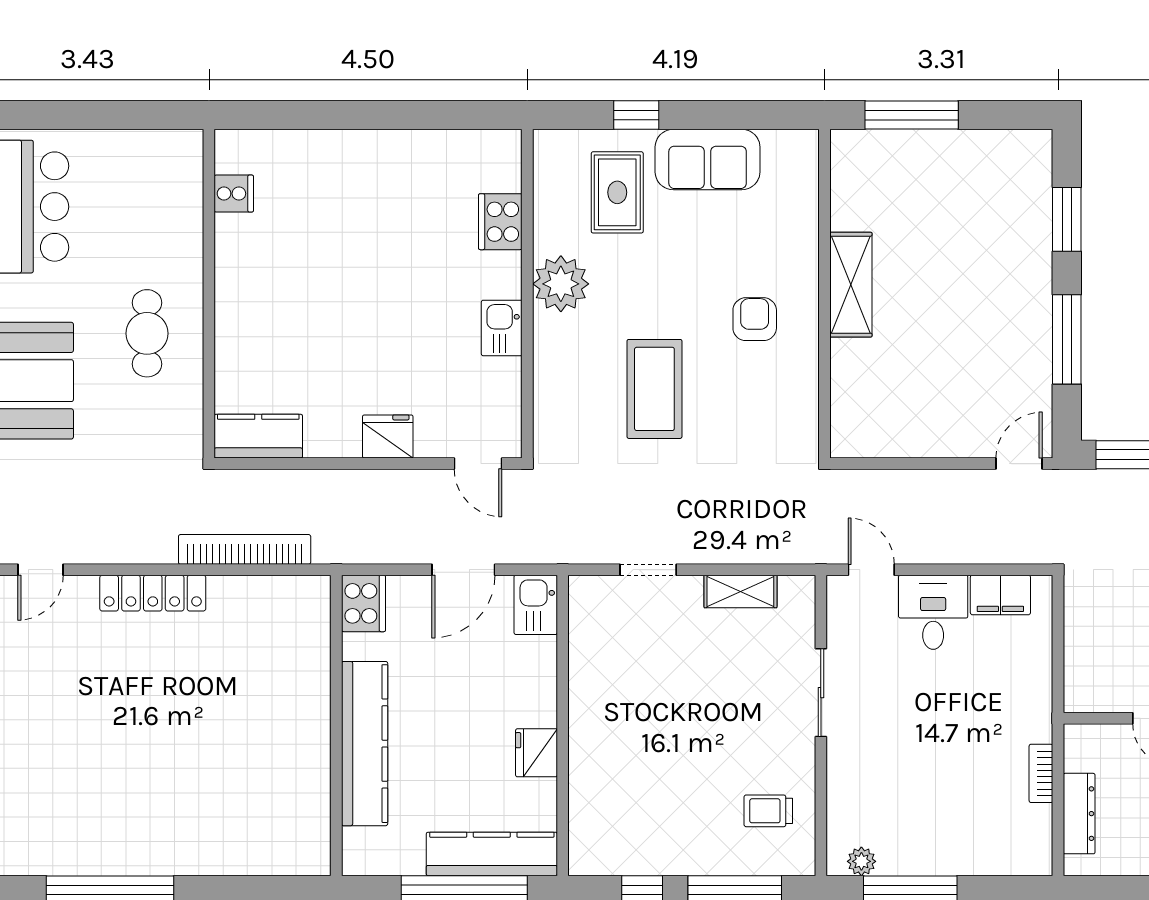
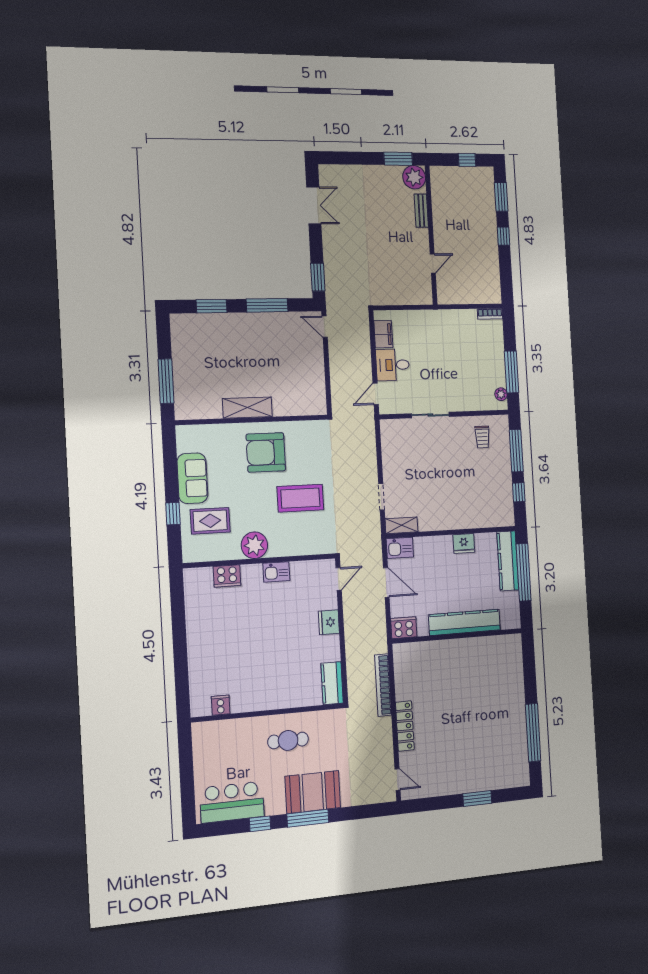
armchair: (755, 319) -> (266, 452), width x1.88, depth x1.88
shelving: (740, 591) -> (401, 525), moved, turned 90
bookcase: (1041, 773) -> (490, 314), moved
dresser: (1079, 814) -> (475, 297), removed

